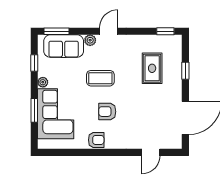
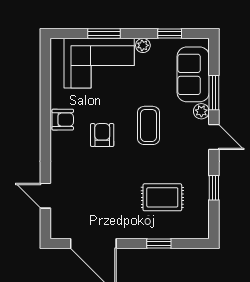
window: (57, 31) -> (214, 93), moved
window: (165, 31) -> (214, 188), moved
armchair: (96, 140) -> (63, 120), turned -90

